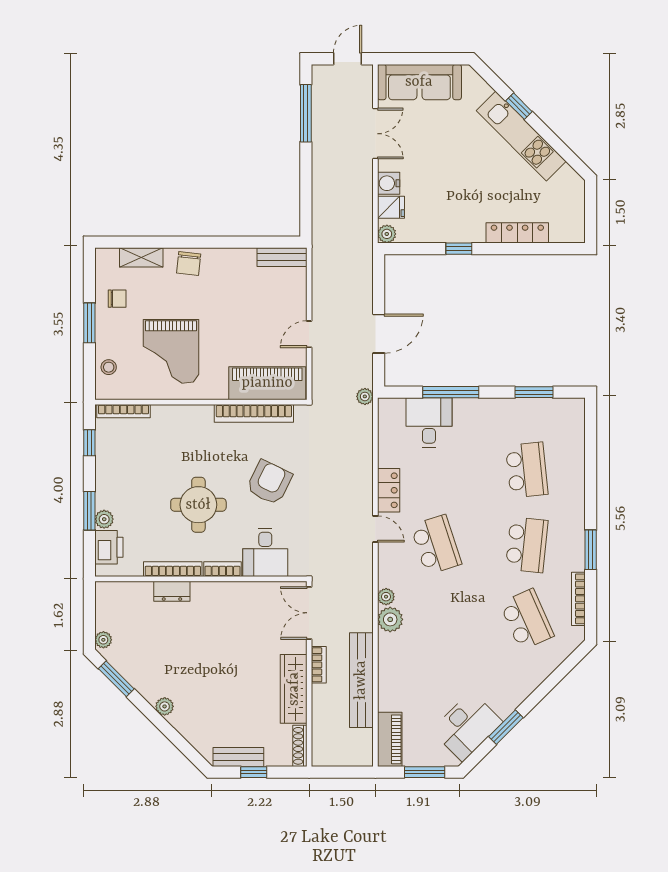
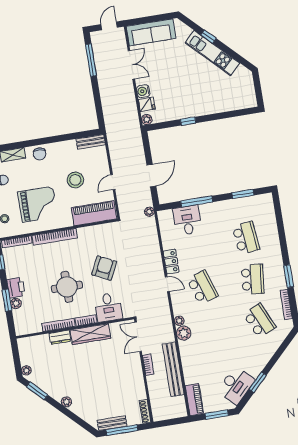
locker: (517, 233) -> (219, 107), removed
stool: (244, 319) -> (75, 180), added
grand piano: (171, 351) -> (38, 204), turned -90
bookcase: (254, 413) -> (55, 237), moved
printer: (109, 547) -> (16, 288), moved
wardrobe: (294, 689) -> (90, 334), moved, turned -90
window: (254, 772) -> (122, 430), width x2.17

